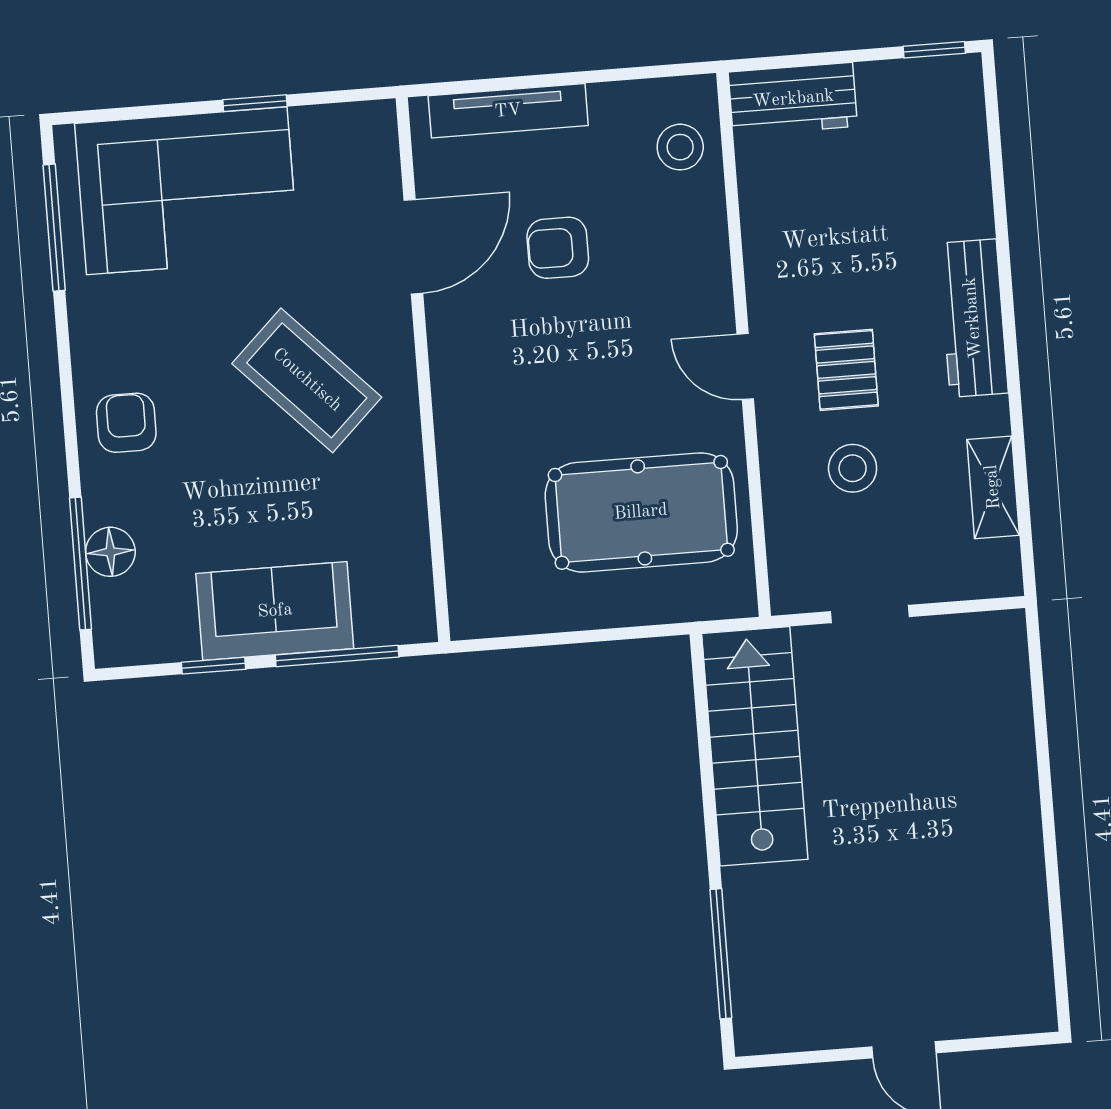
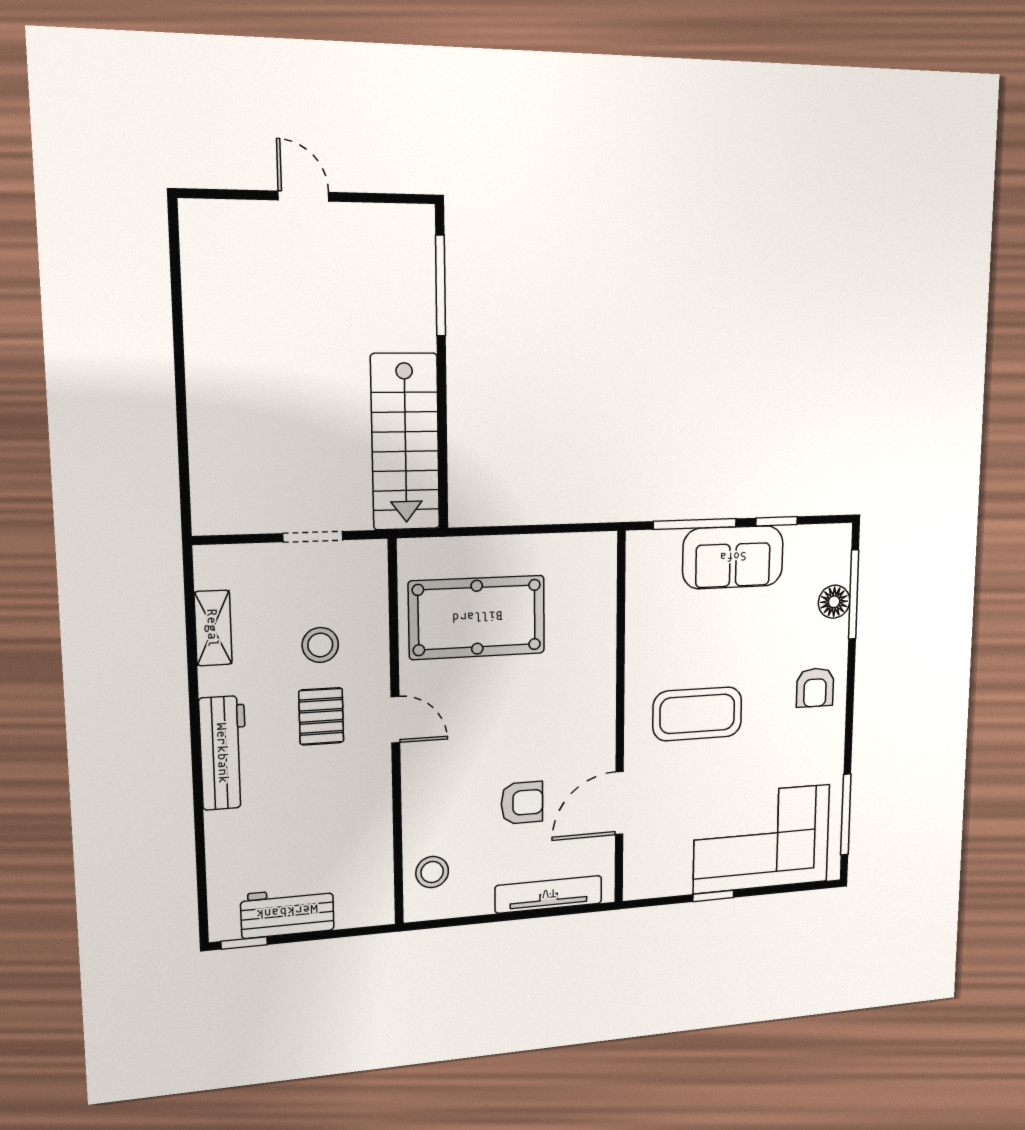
workbench: (793, 99) -> (287, 912), moved
coffee table: (307, 380) -> (697, 714), turned -46

